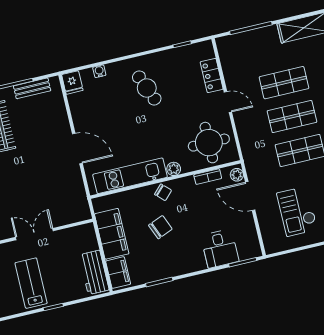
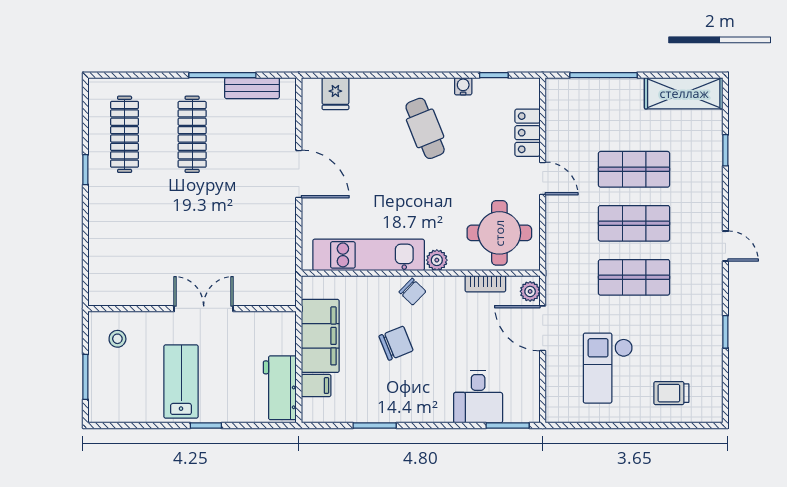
water cooler: (99, 71) -> (463, 86), moved
fridge: (72, 83) -> (335, 94), moved
door: (77, 149) -> (299, 174), moved
filing cabinet: (118, 273) -> (316, 386), width x0.50

